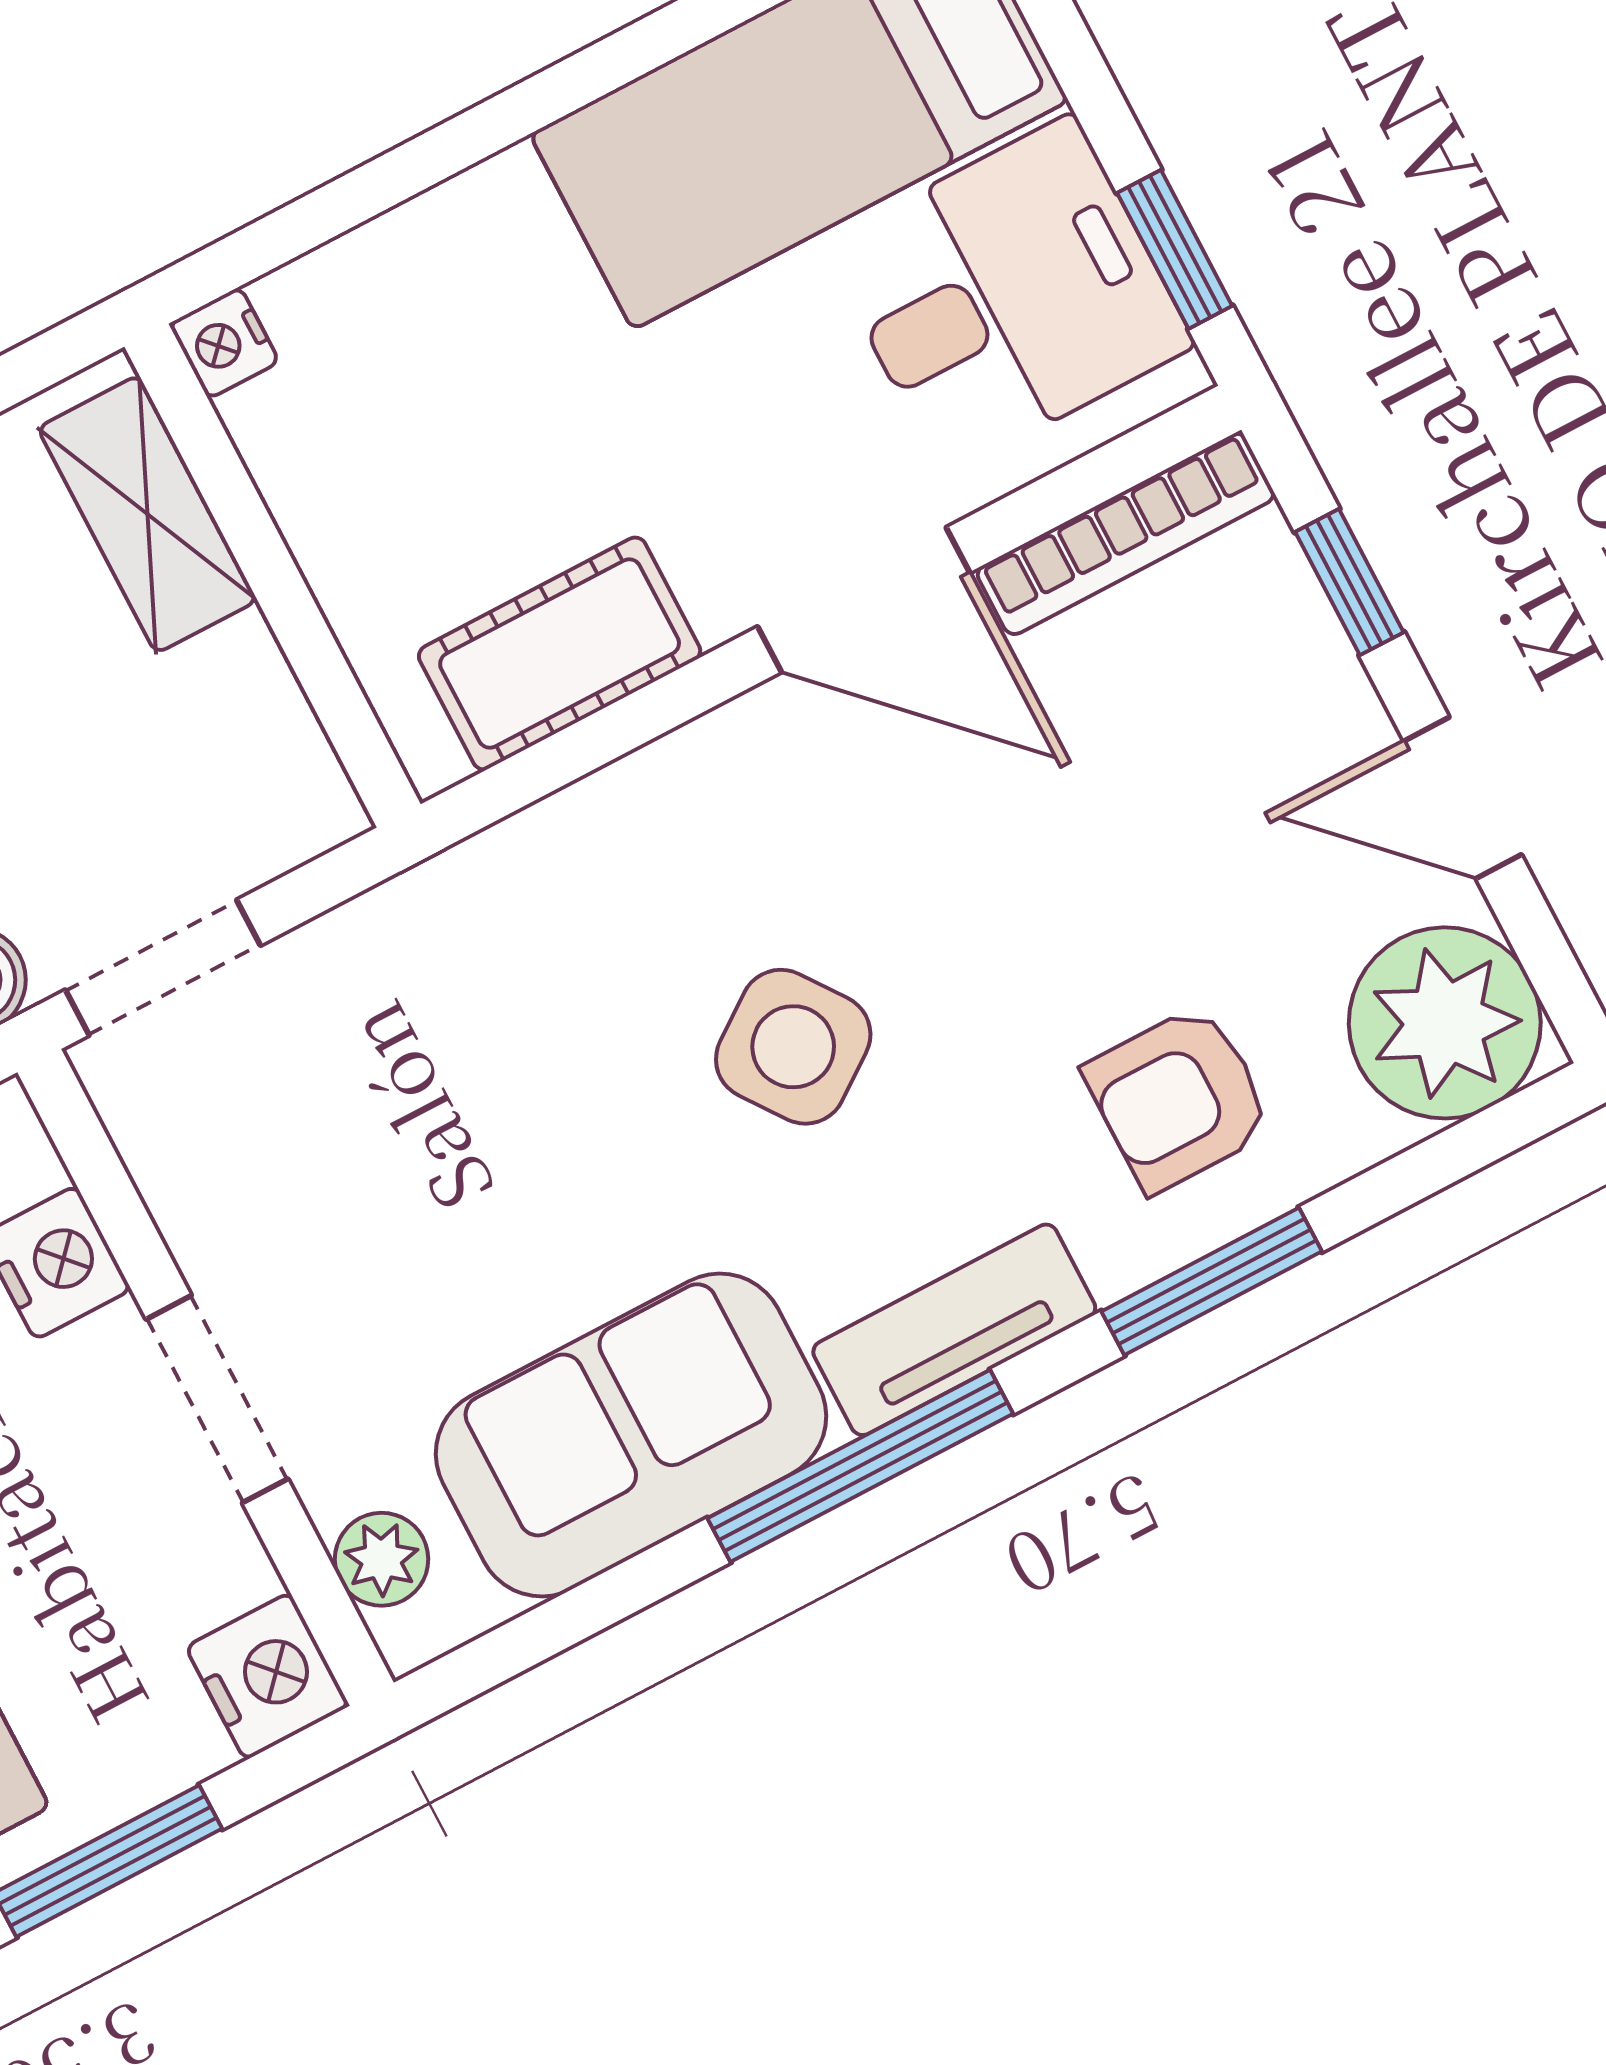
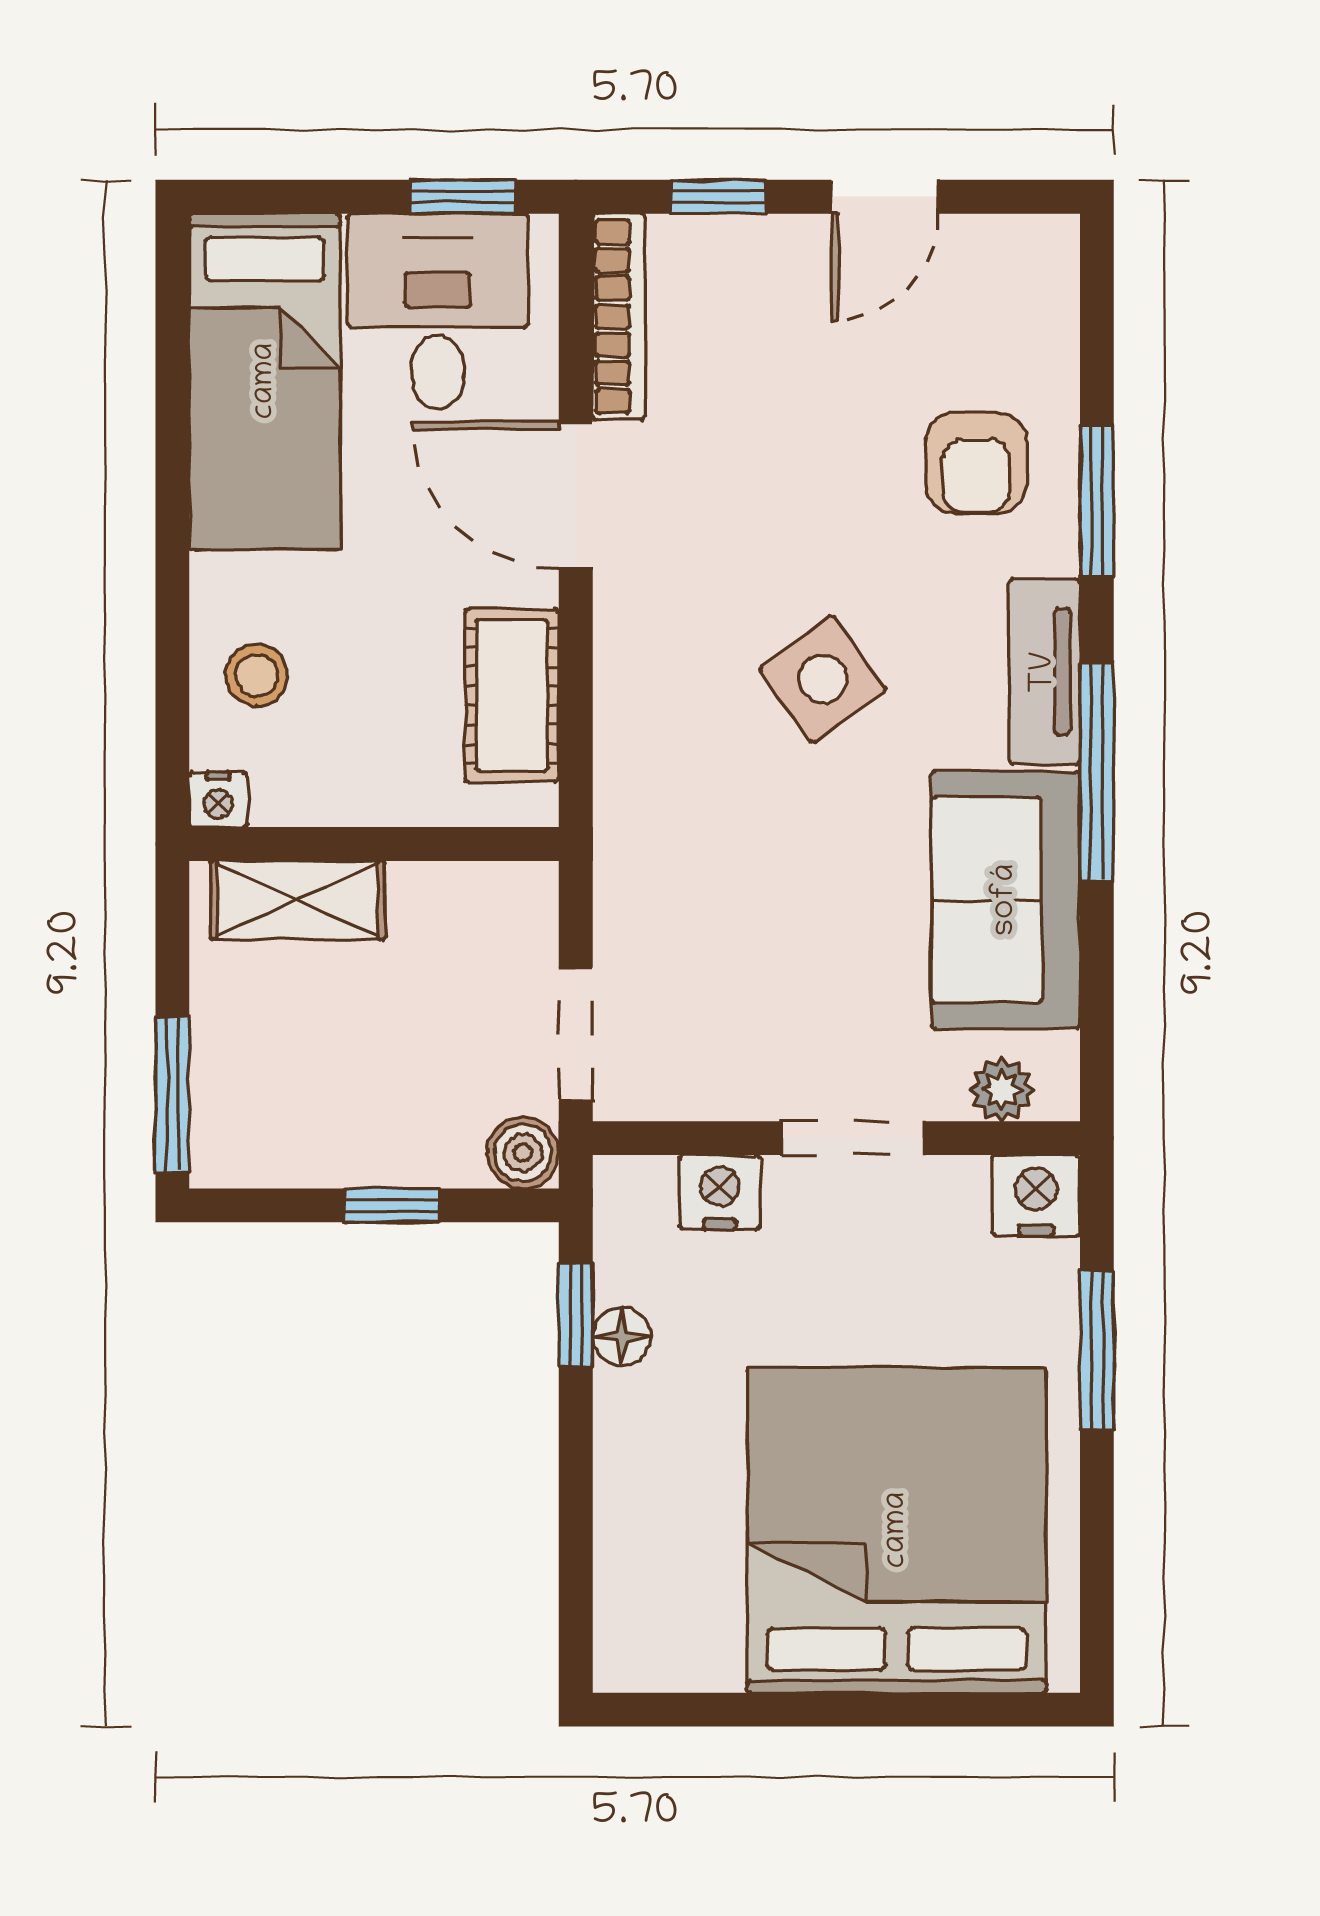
stool: (412, 308) -> (257, 675), added
door: (864, 600) -> (576, 495), swing flipped
plant: (1445, 1023) -> (1015, 279), removed

